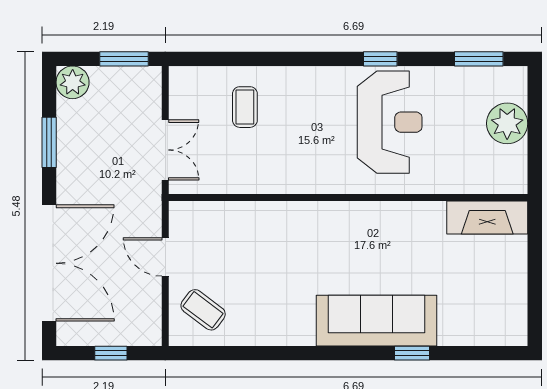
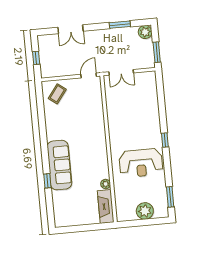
window: (380, 59) -> (165, 140), moved
coffee table: (245, 107) -> (142, 103), removed
plant: (433, 213) -> (106, 184), added
door: (165, 257) -> (89, 75), moved
double door: (49, 263) -> (71, 29), width x0.54

